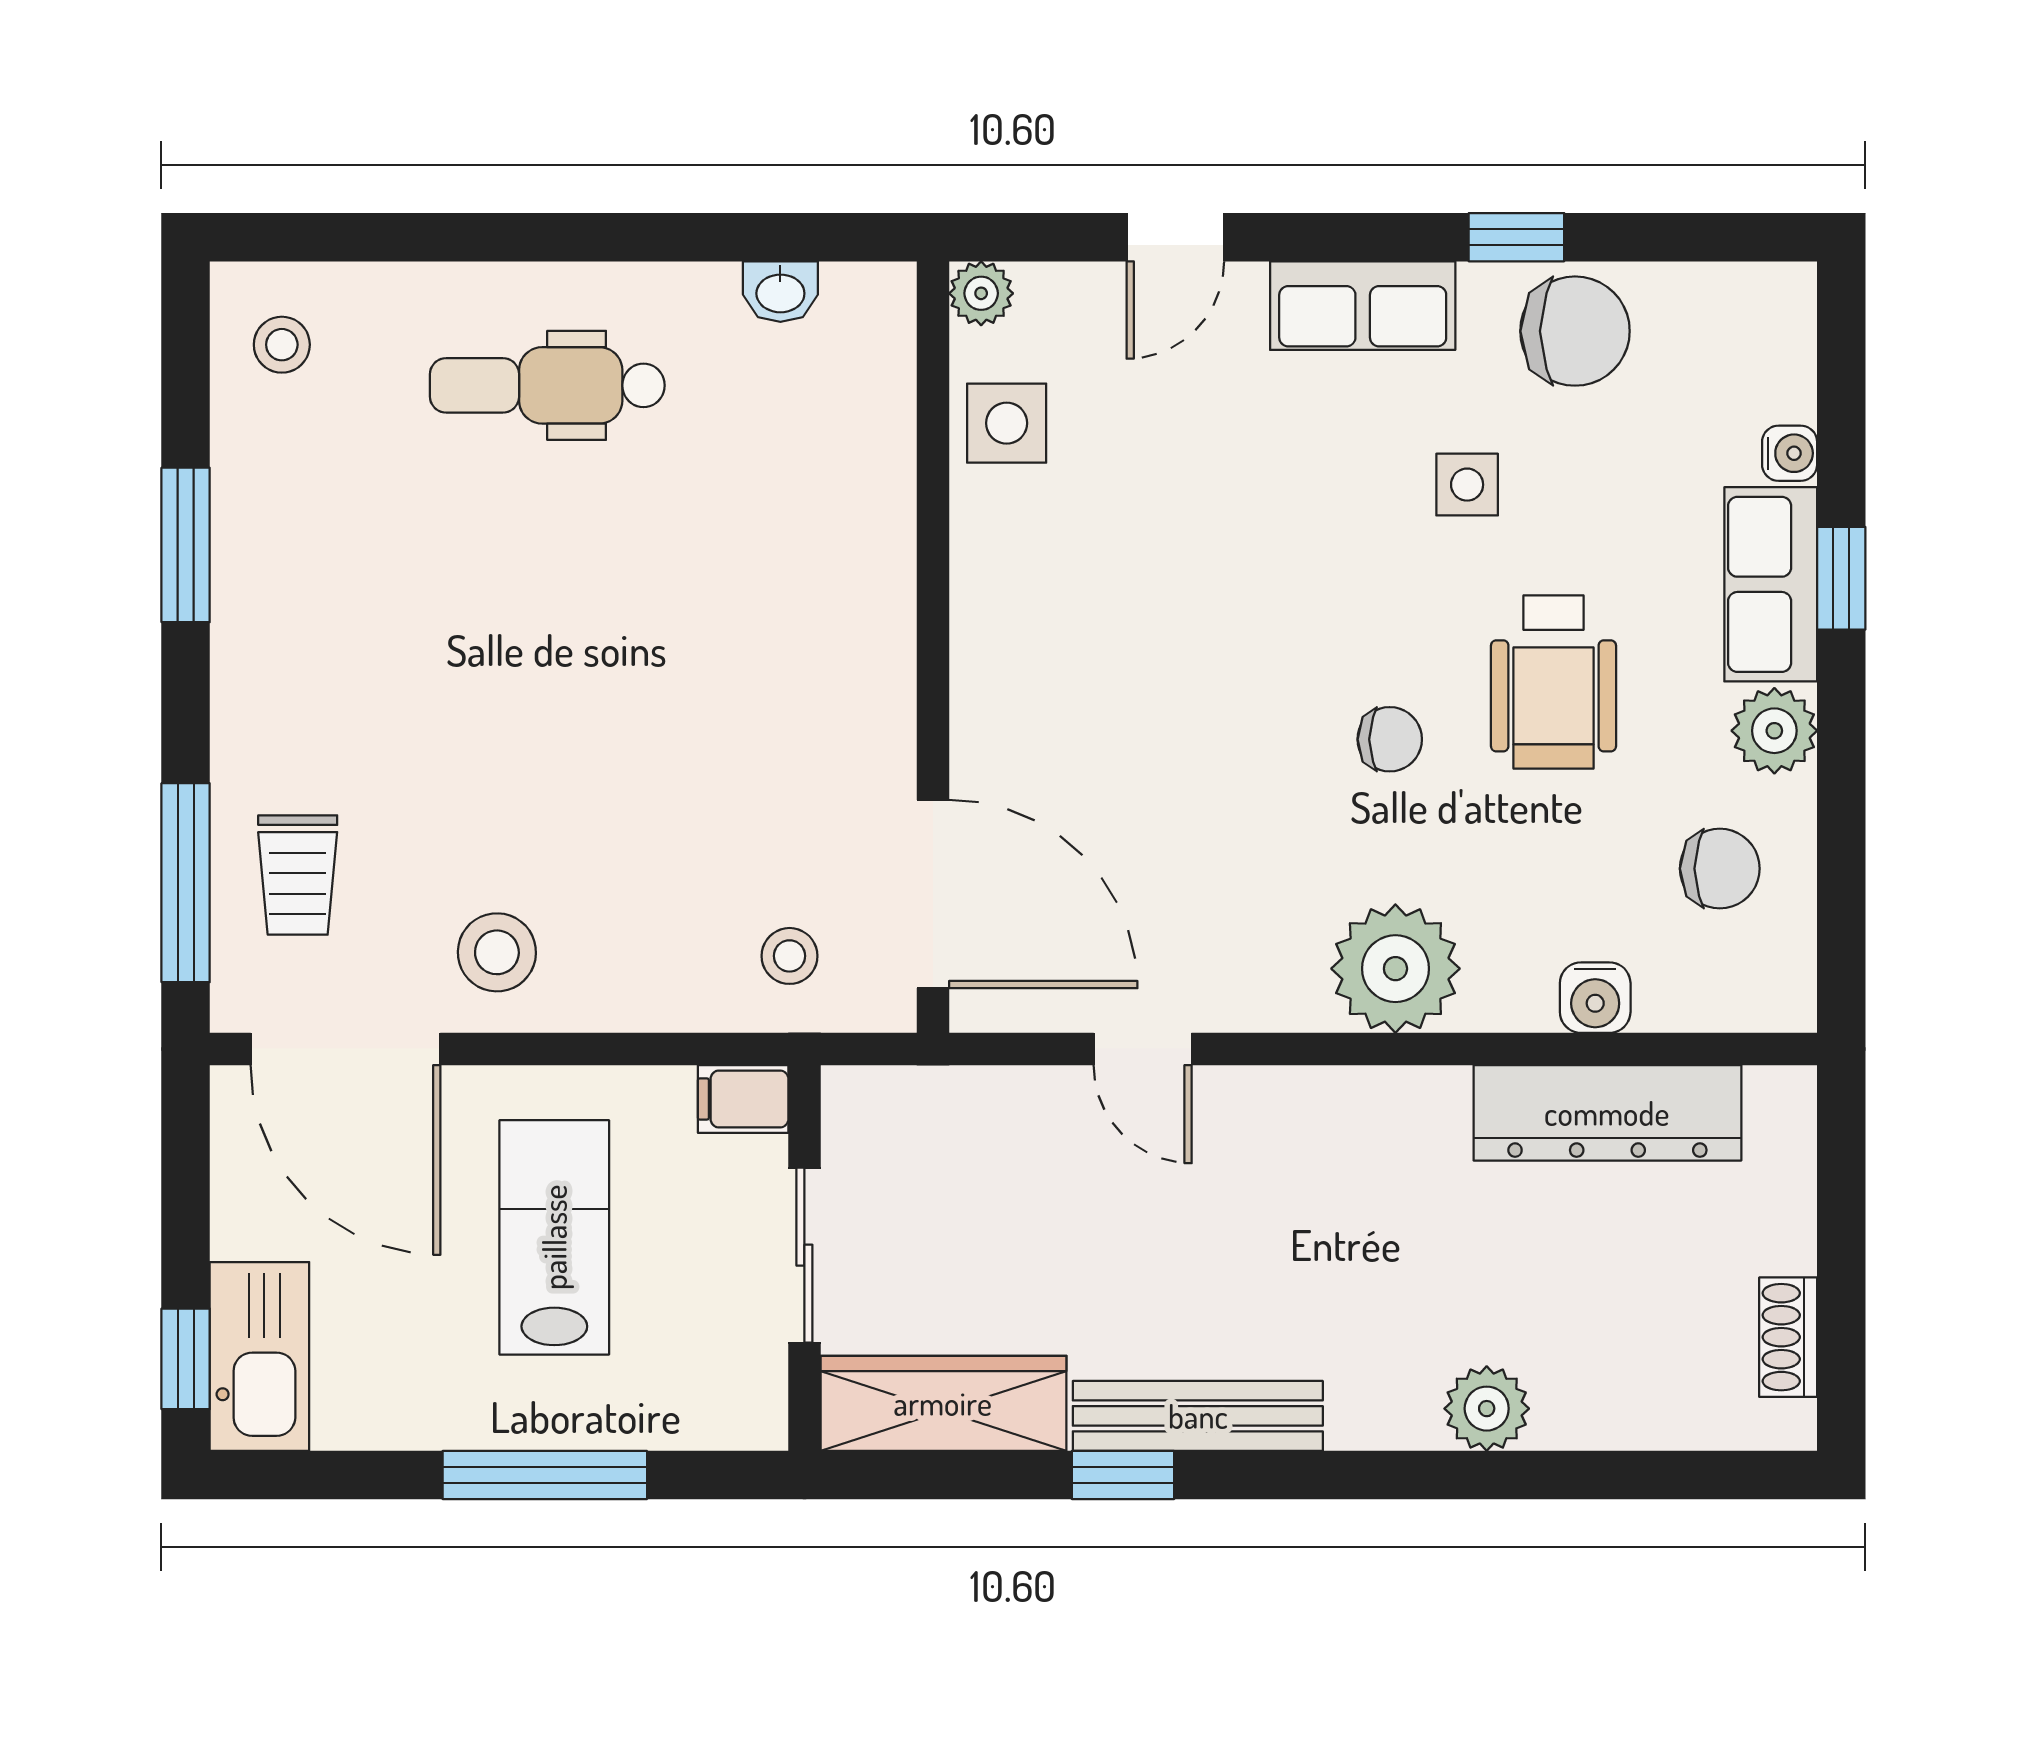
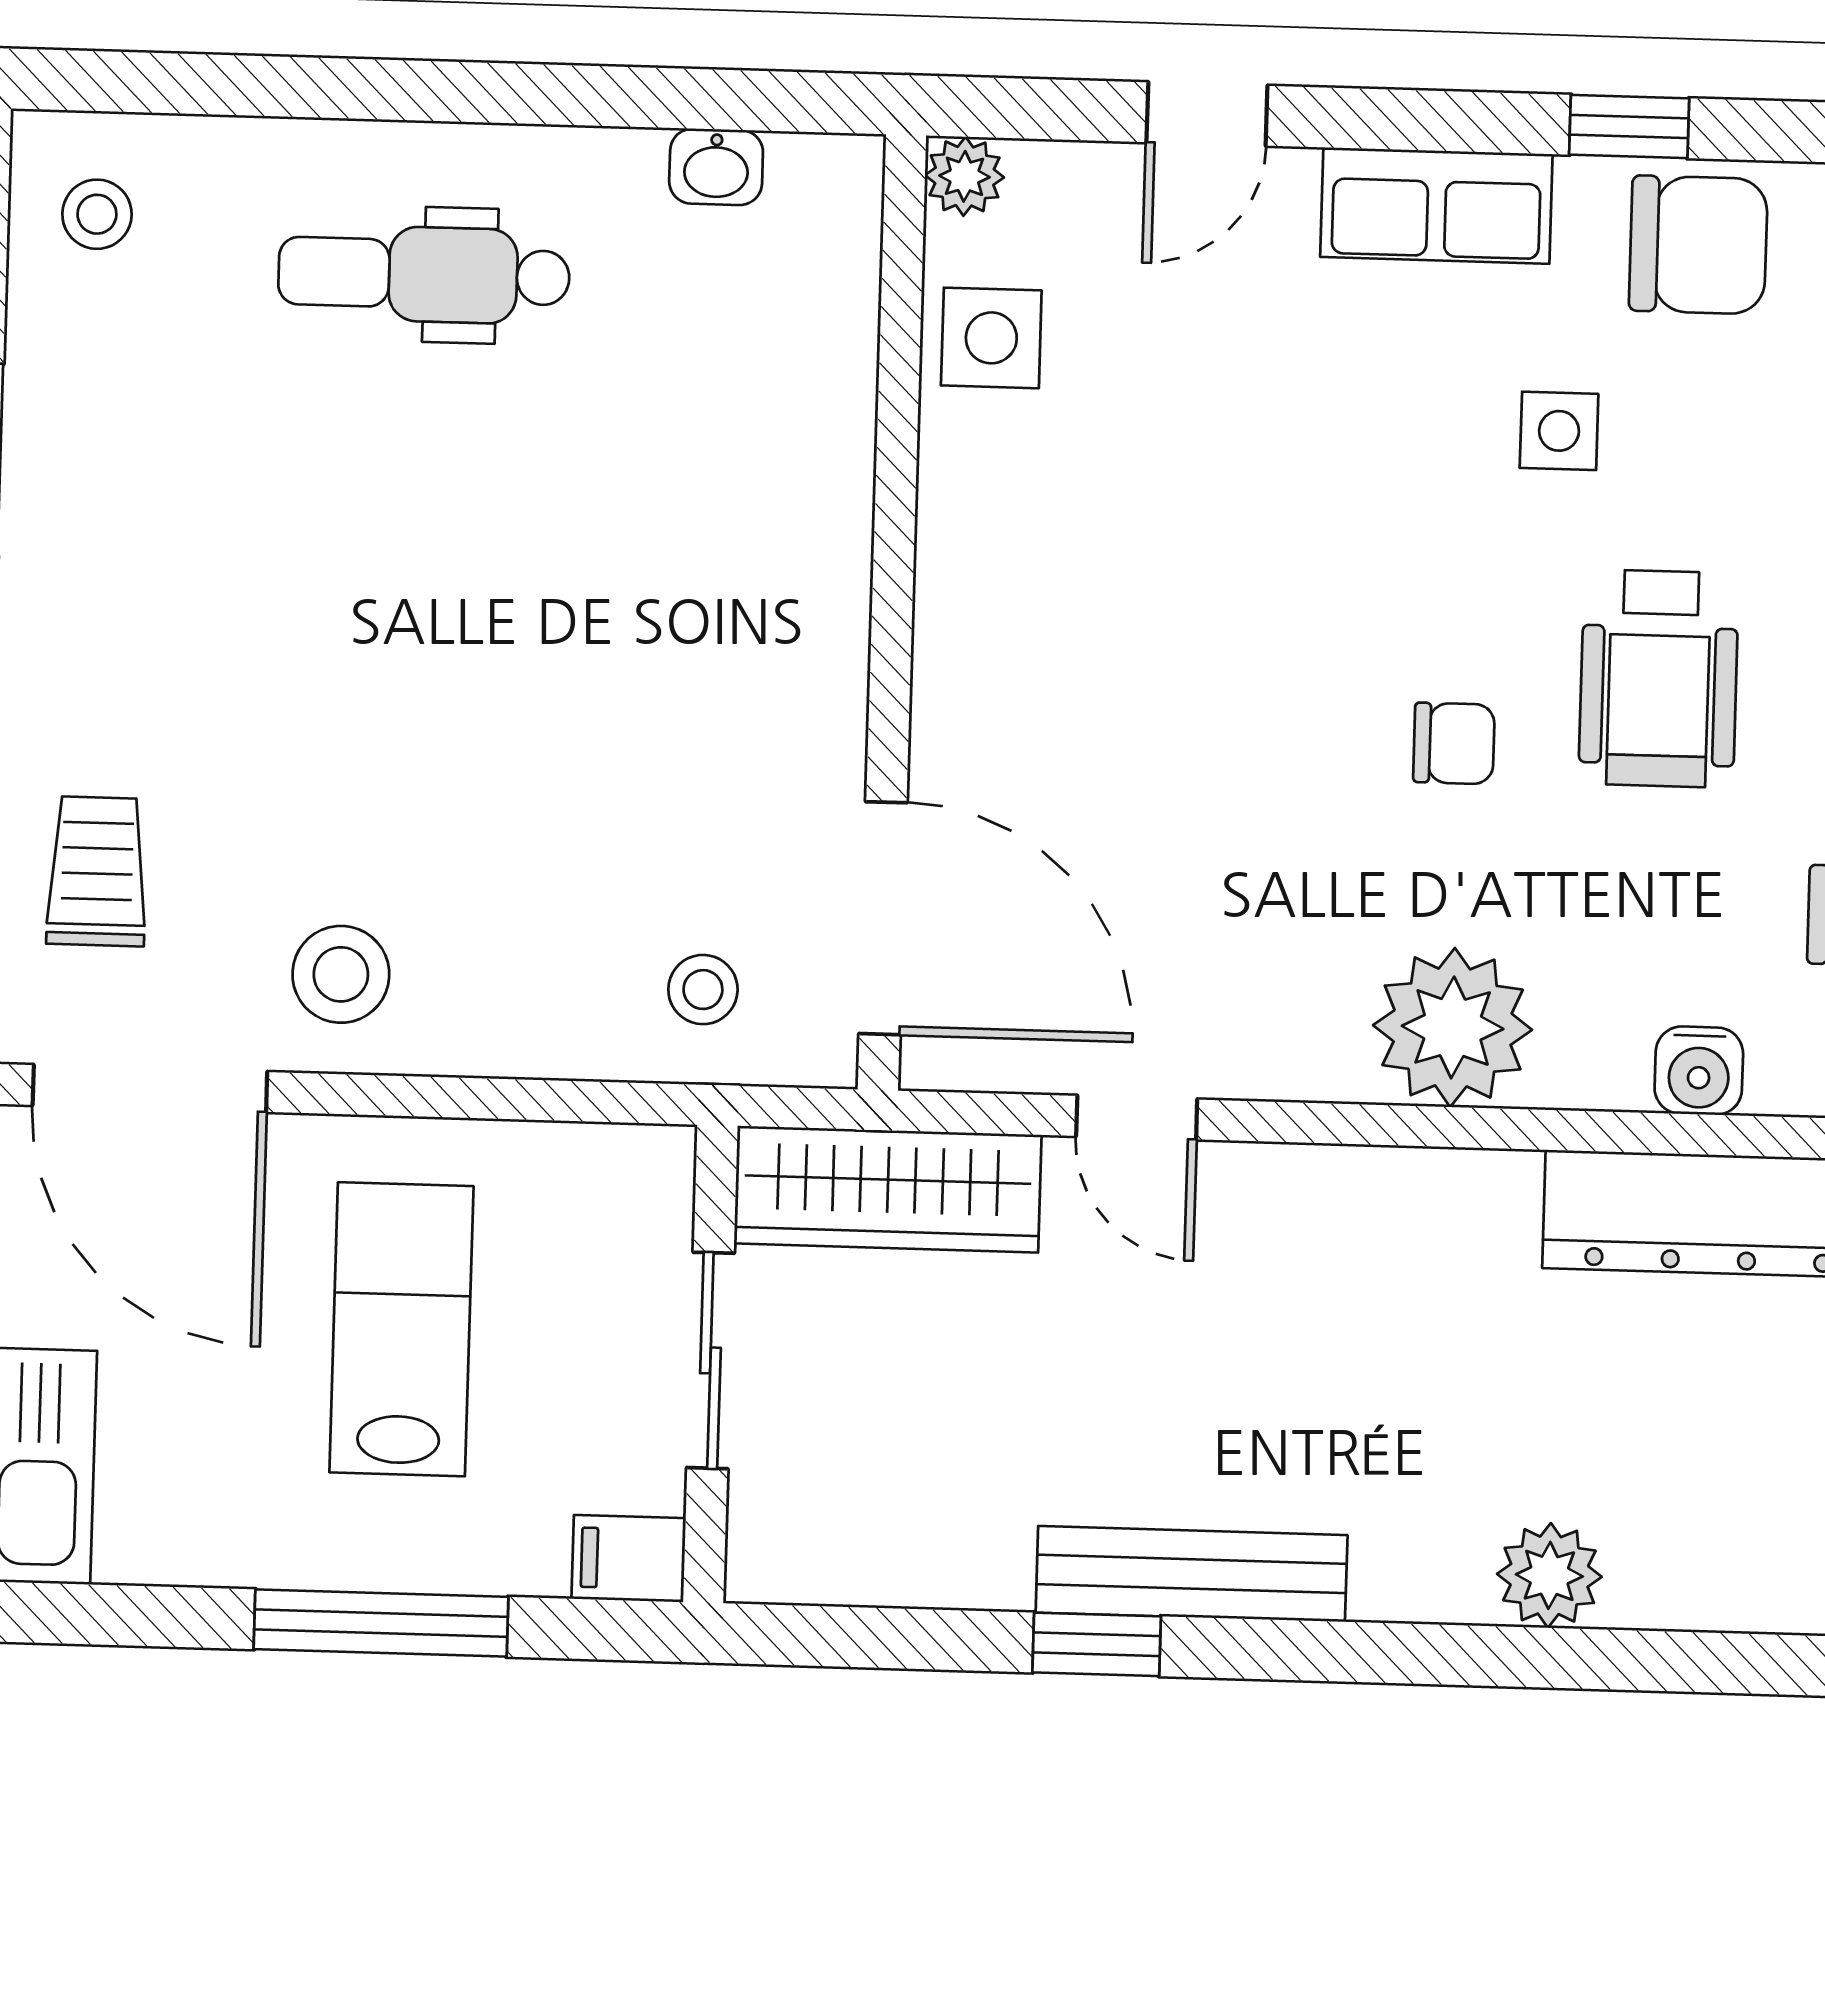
trolley: (298, 875) -> (97, 871), turned 180
filing cabinet: (743, 1099) -> (629, 1559), moved
wardrobe: (943, 1403) -> (888, 1189), moved, turned 180

